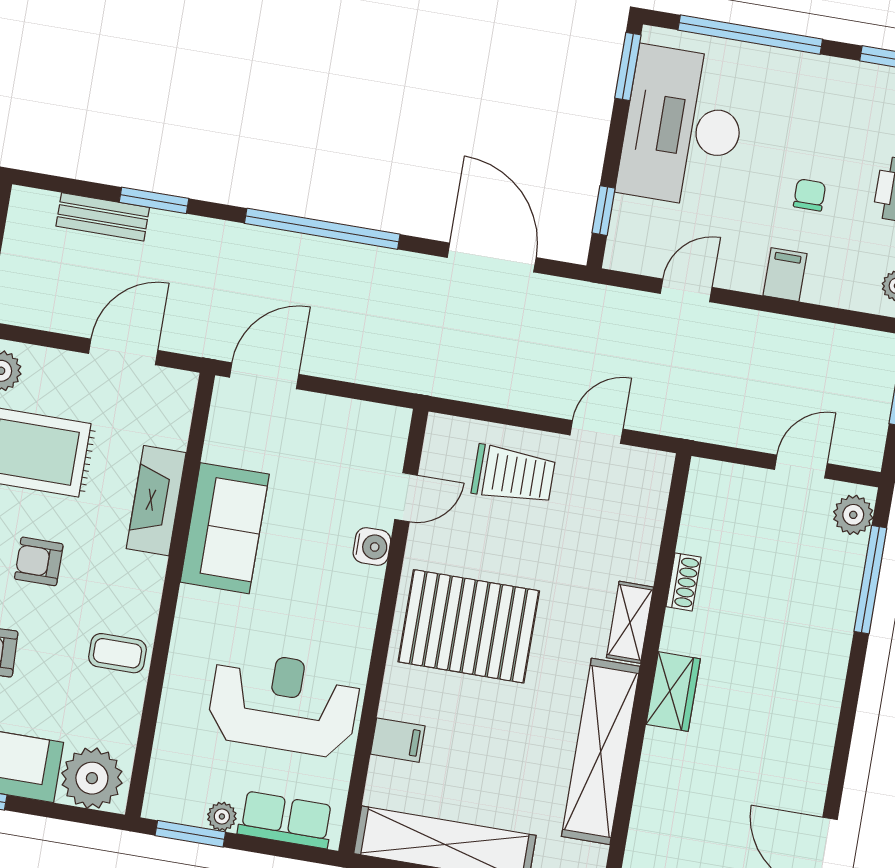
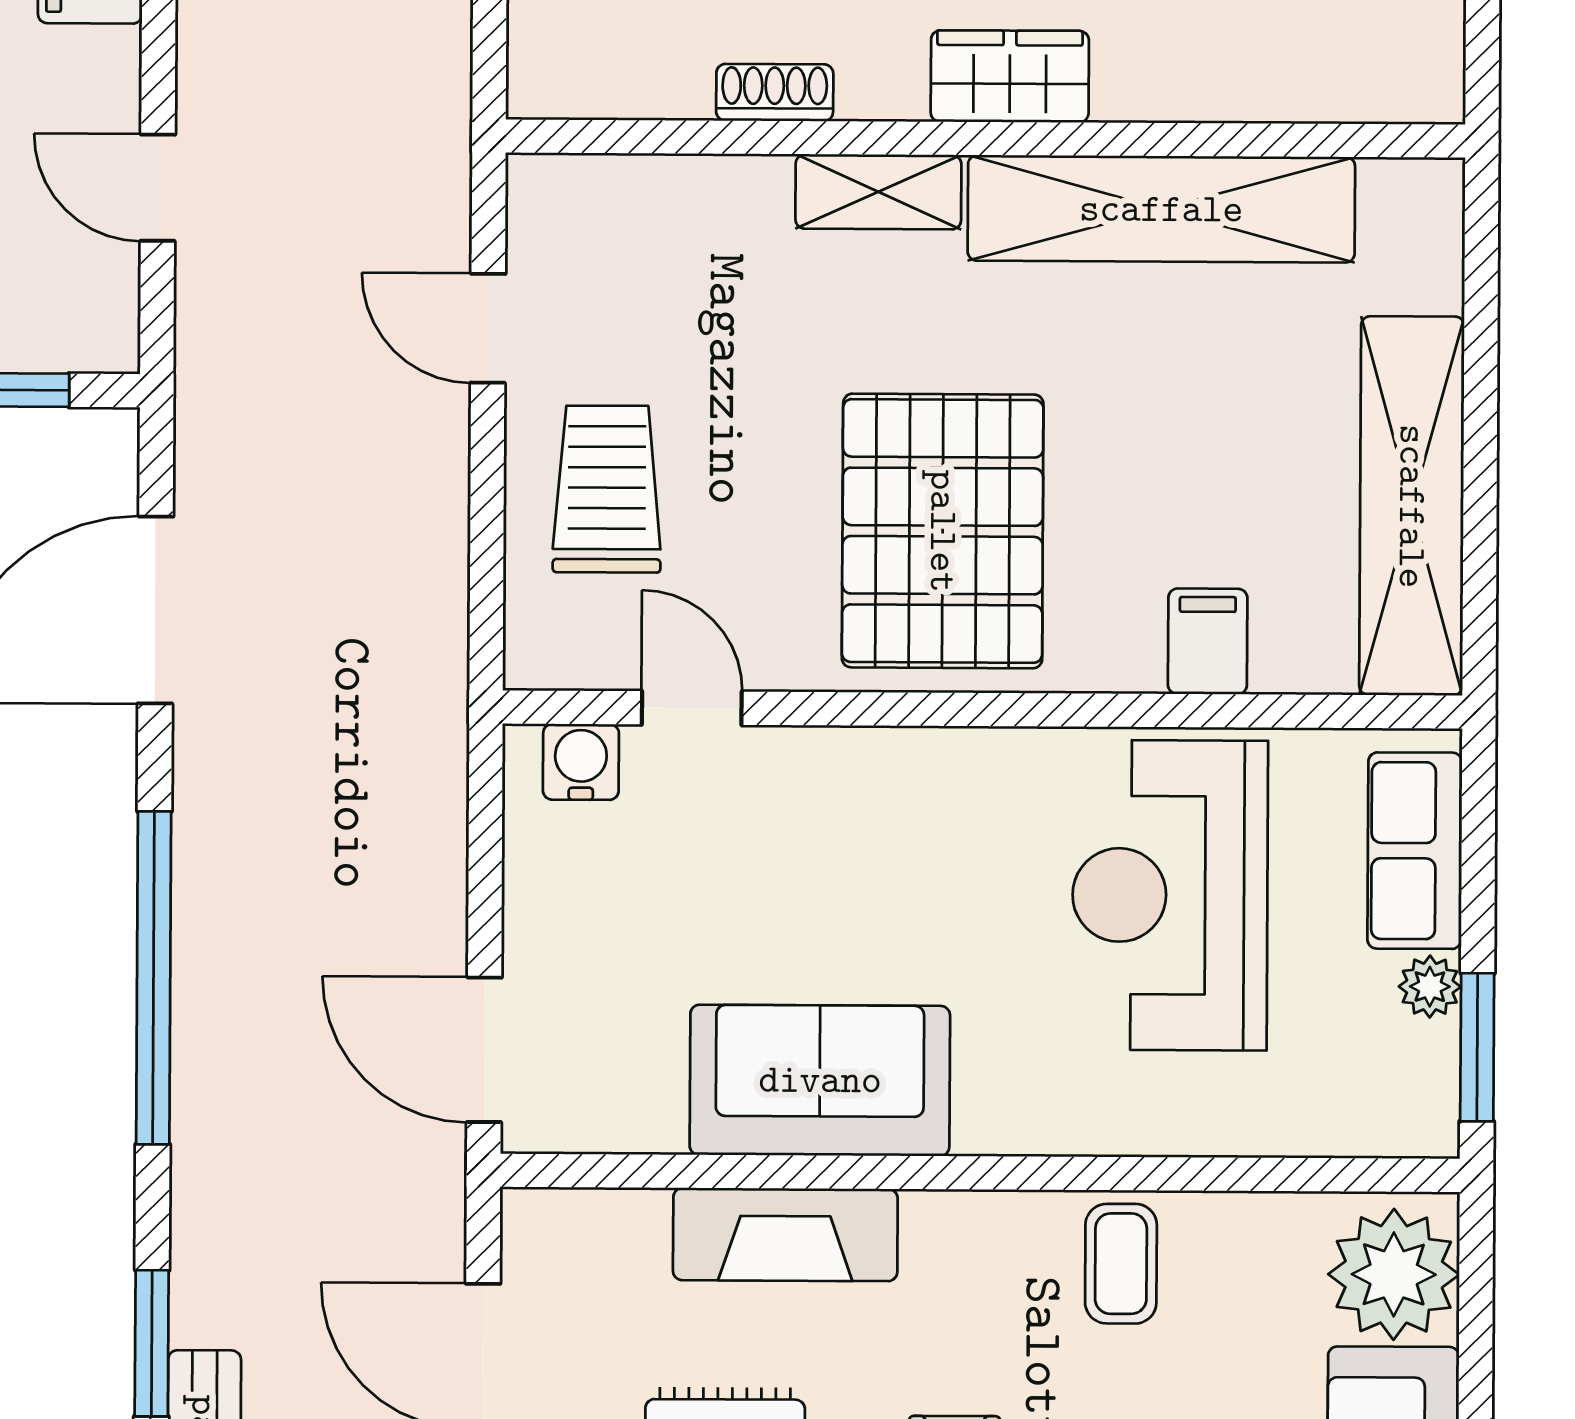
water cooler: (372, 547) -> (581, 762), moved

